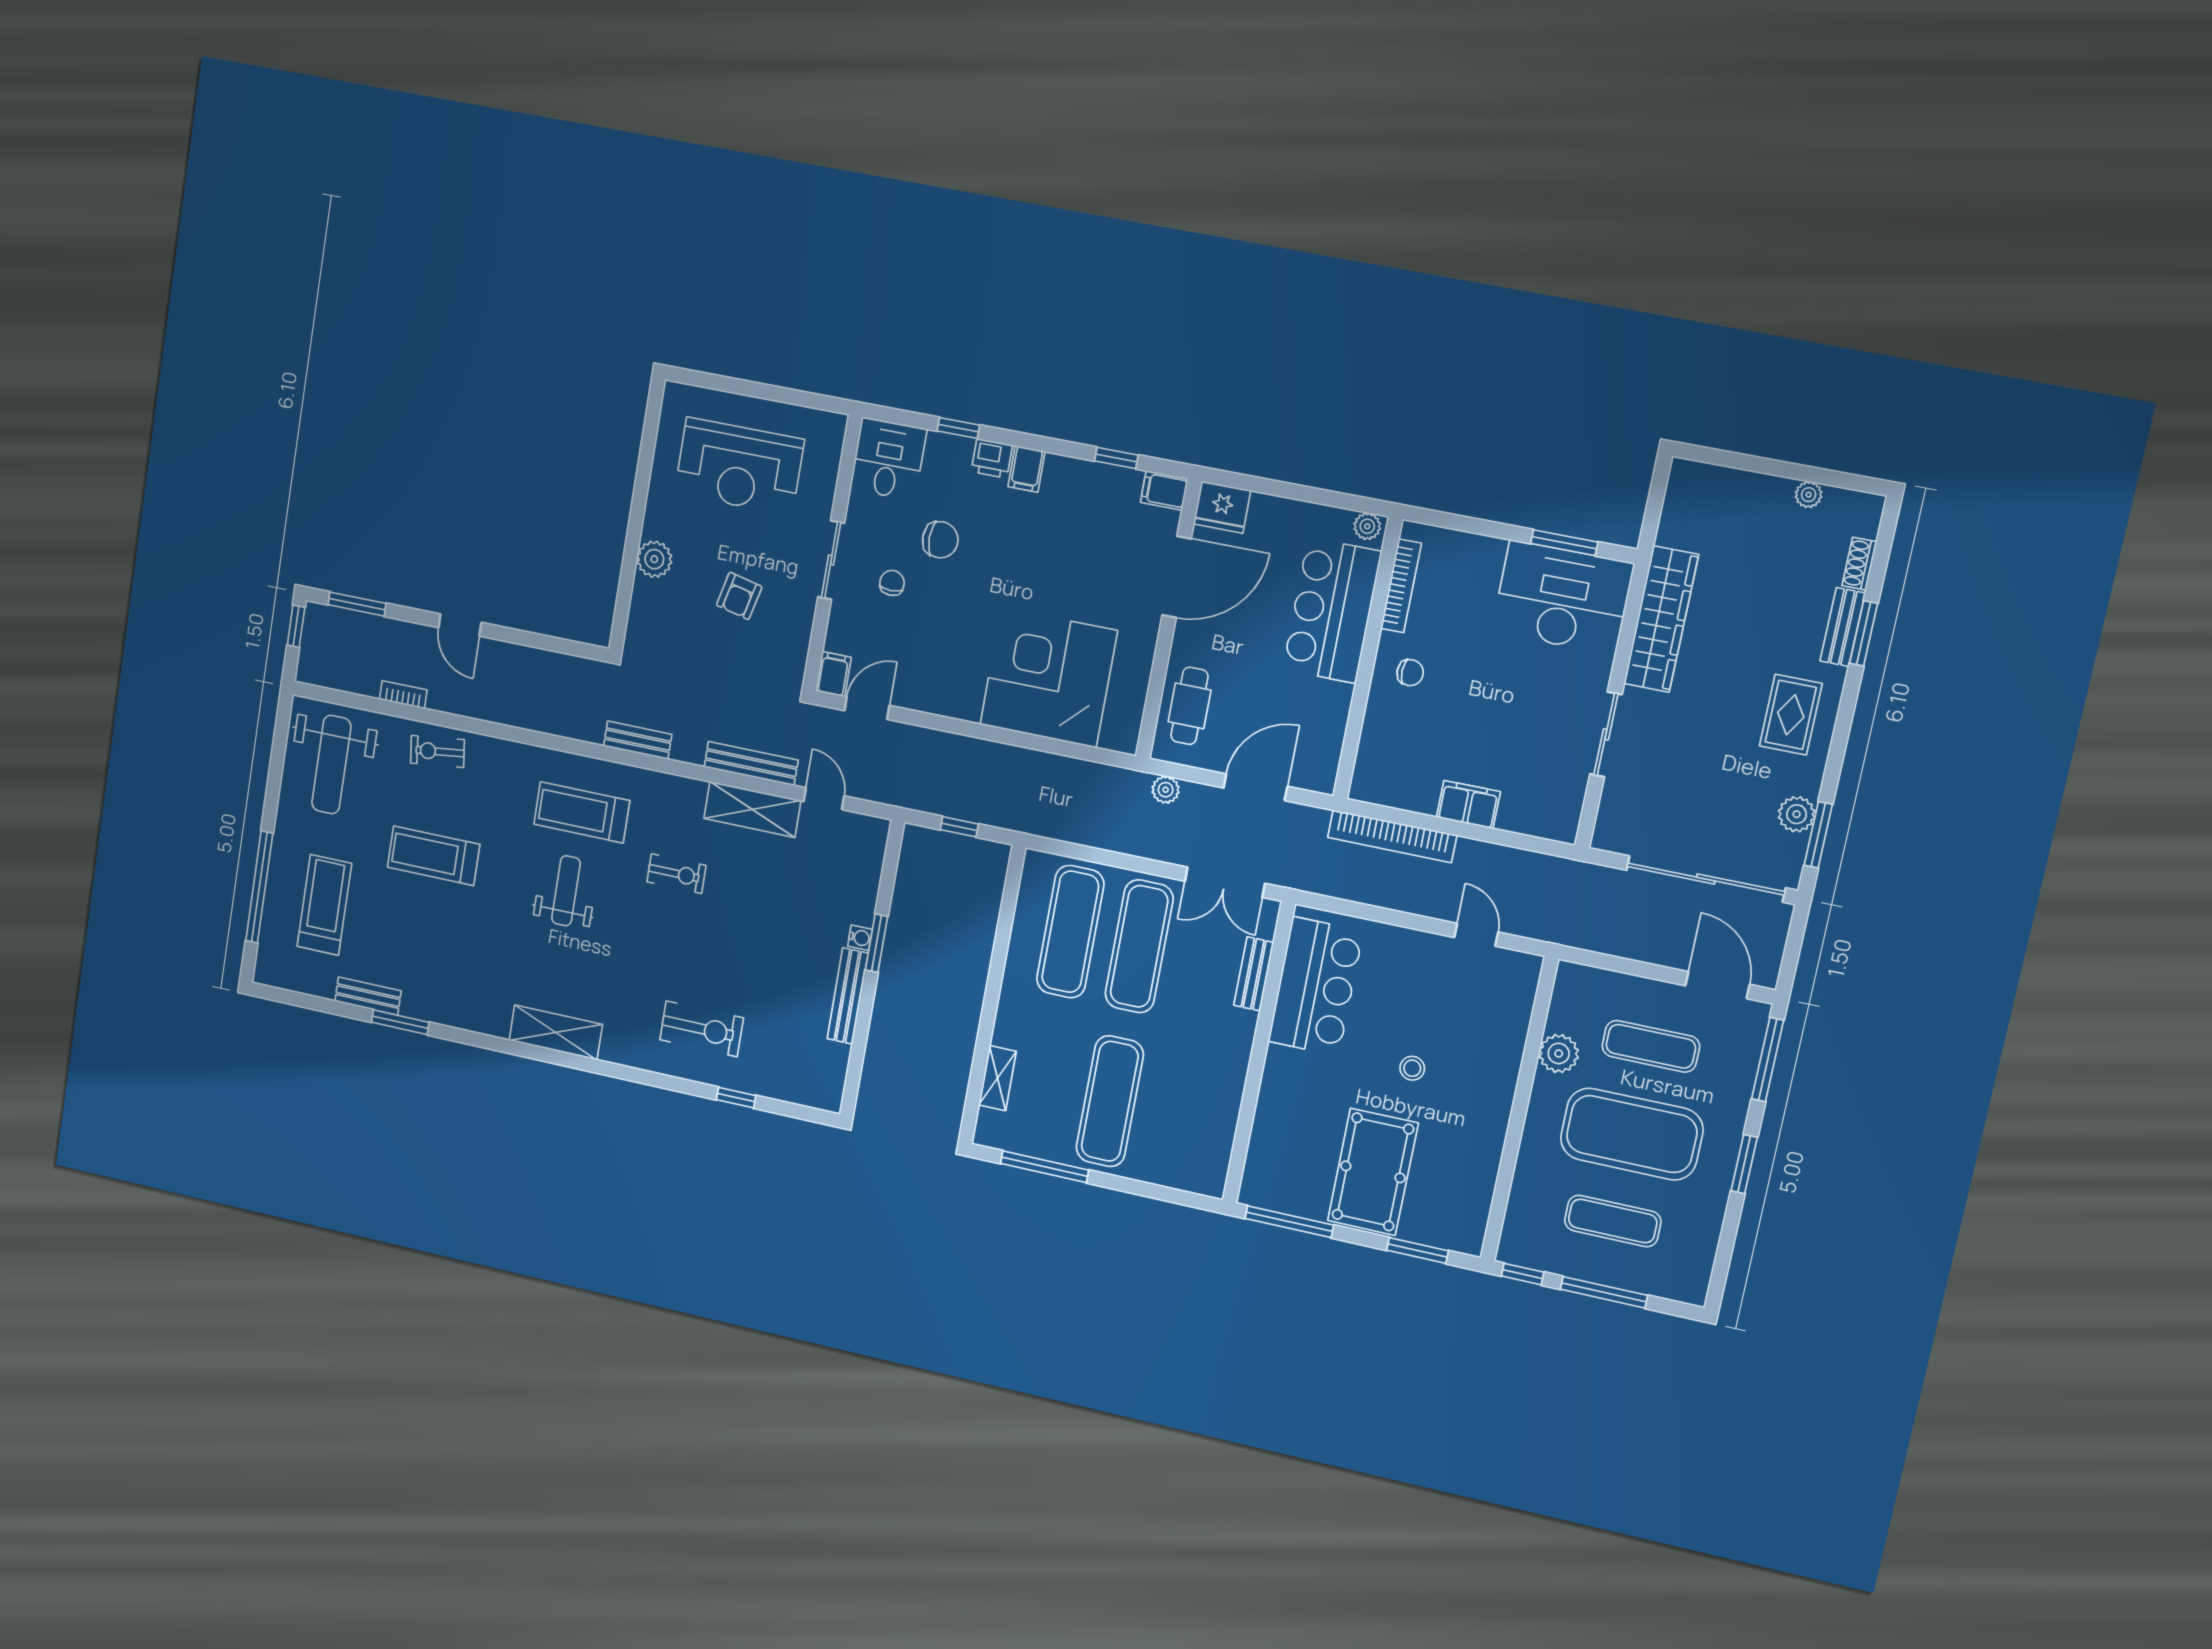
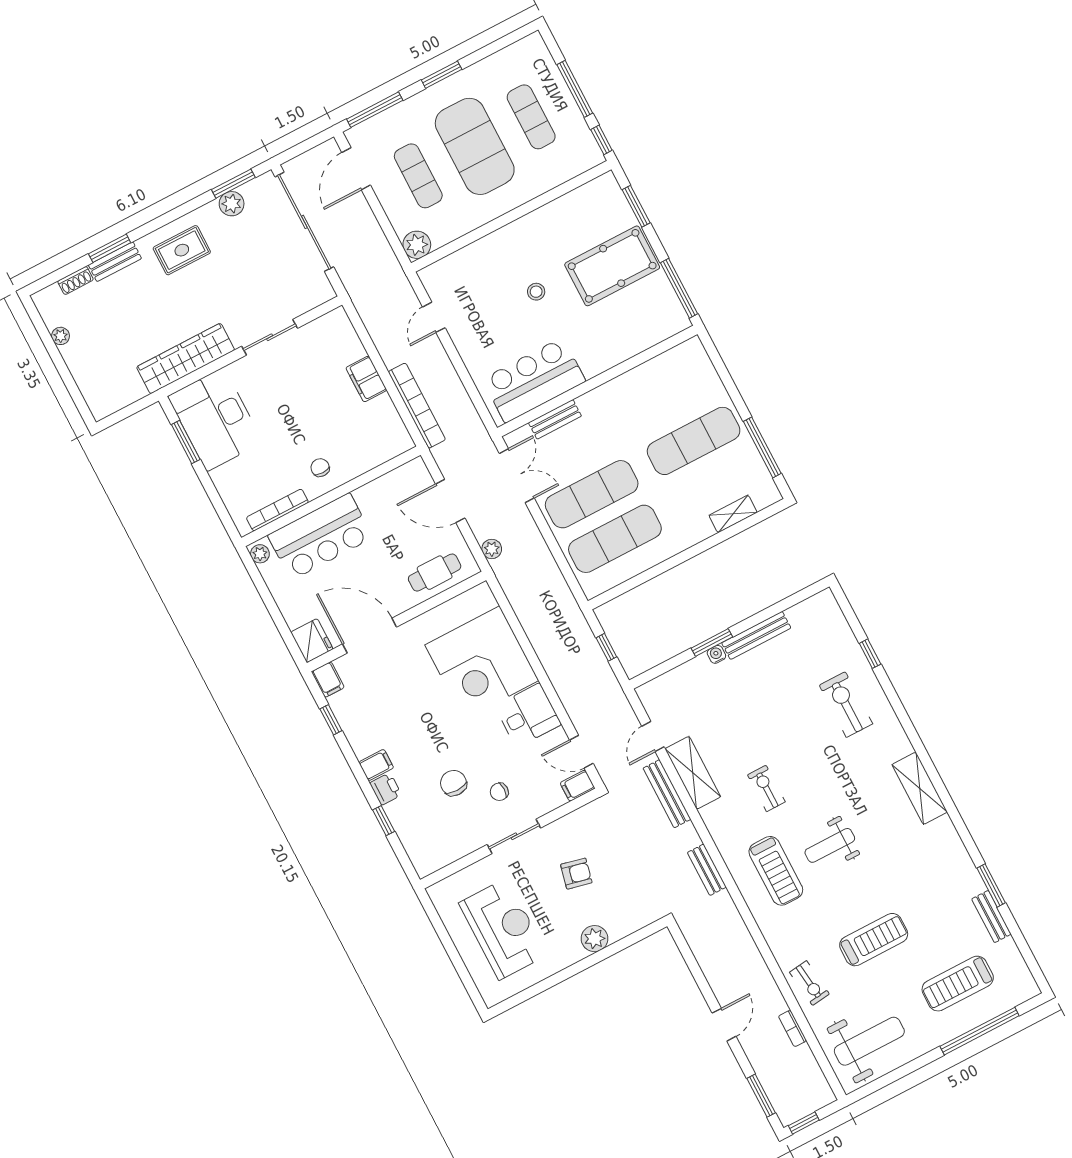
desk: (888, 459) -> (528, 715), moved, turned 180
treadmill: (434, 856) -> (874, 940), turned -90
plant: (1559, 1053) -> (417, 245), moved

